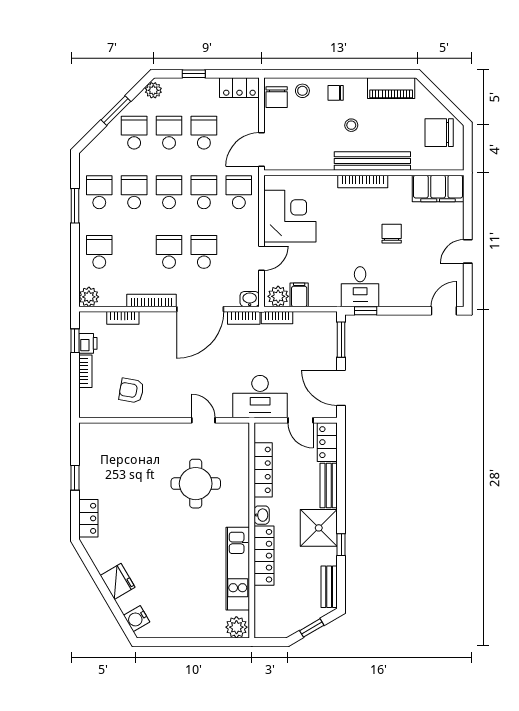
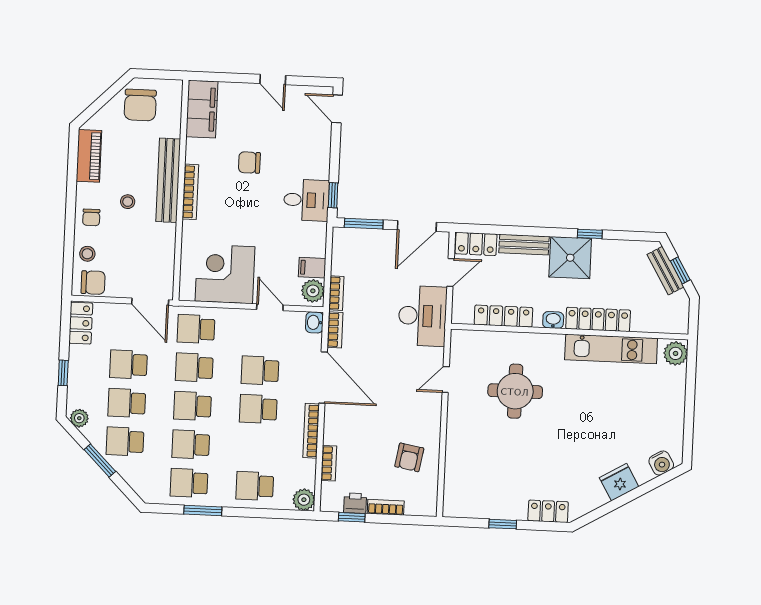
bench: (329, 587) -> (666, 271), moved, turned 60

